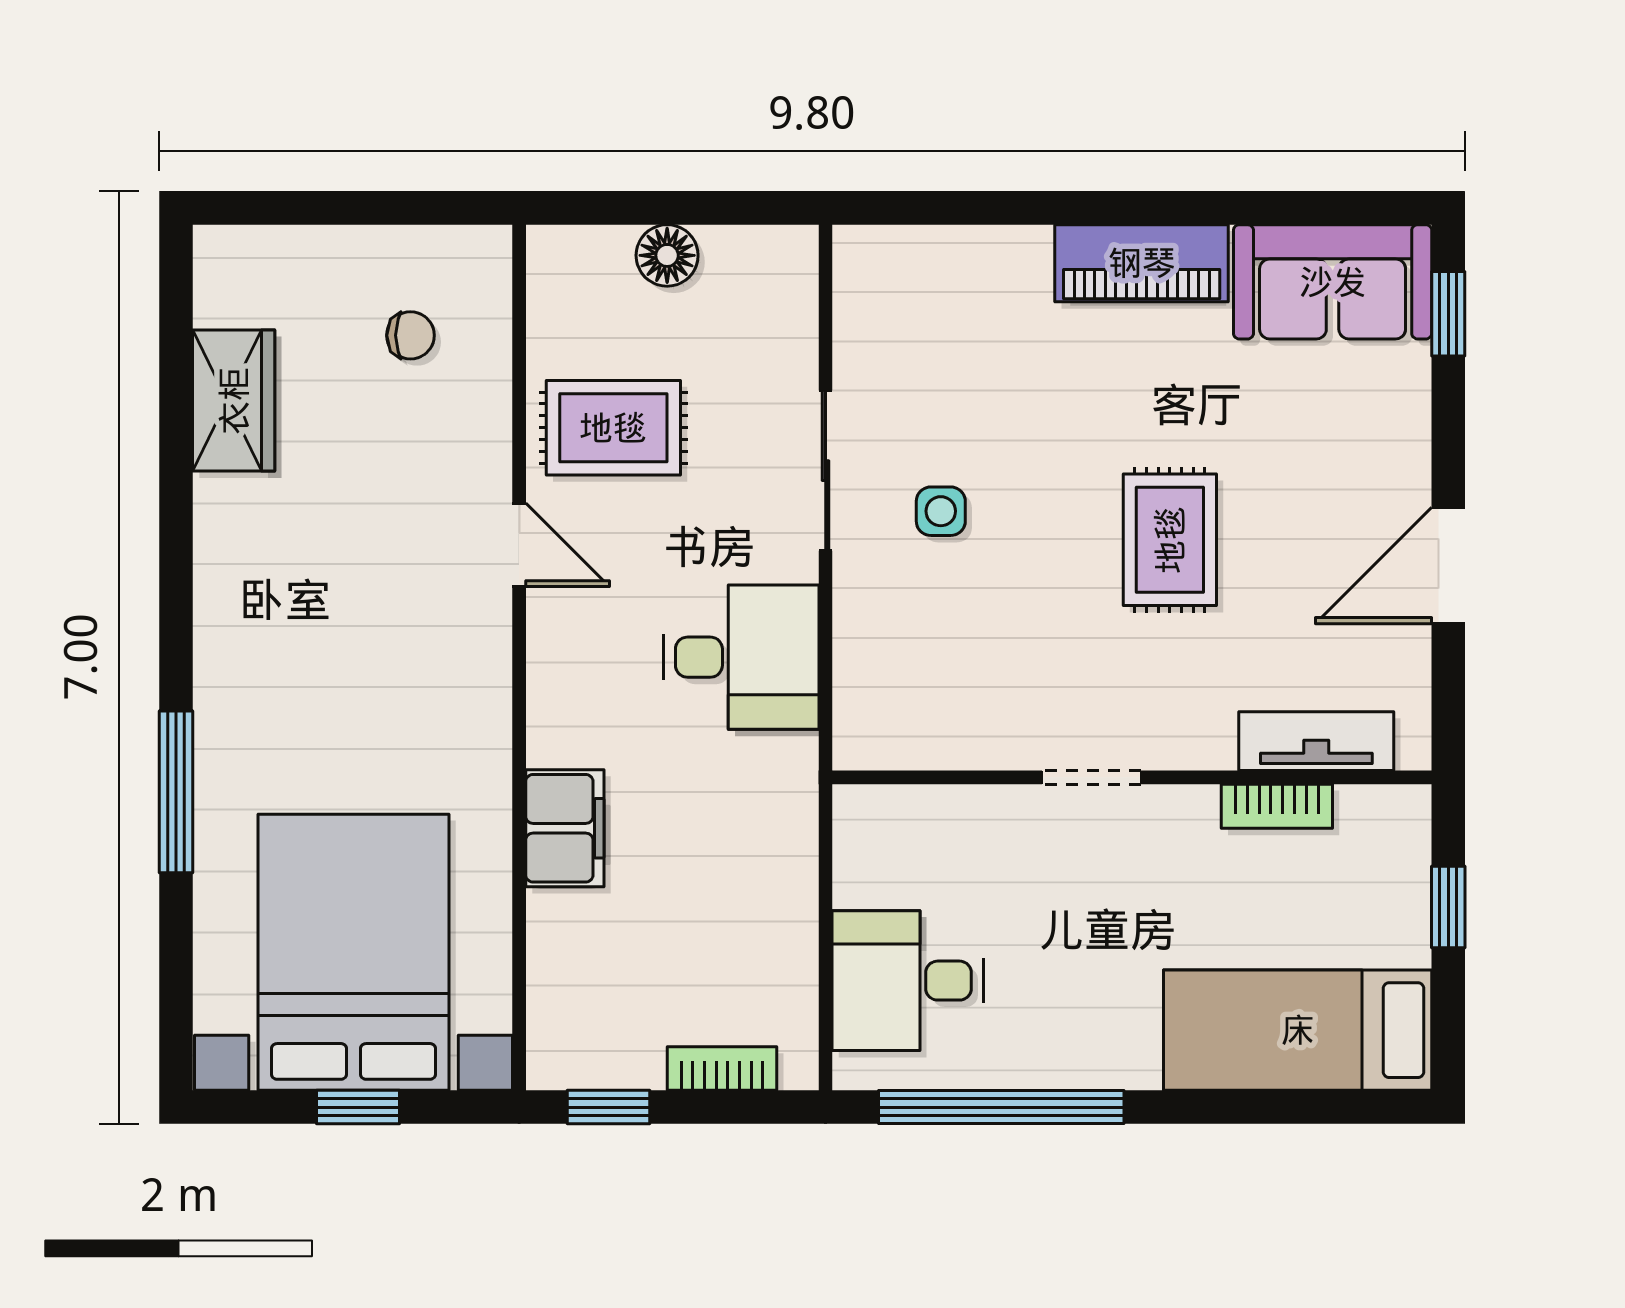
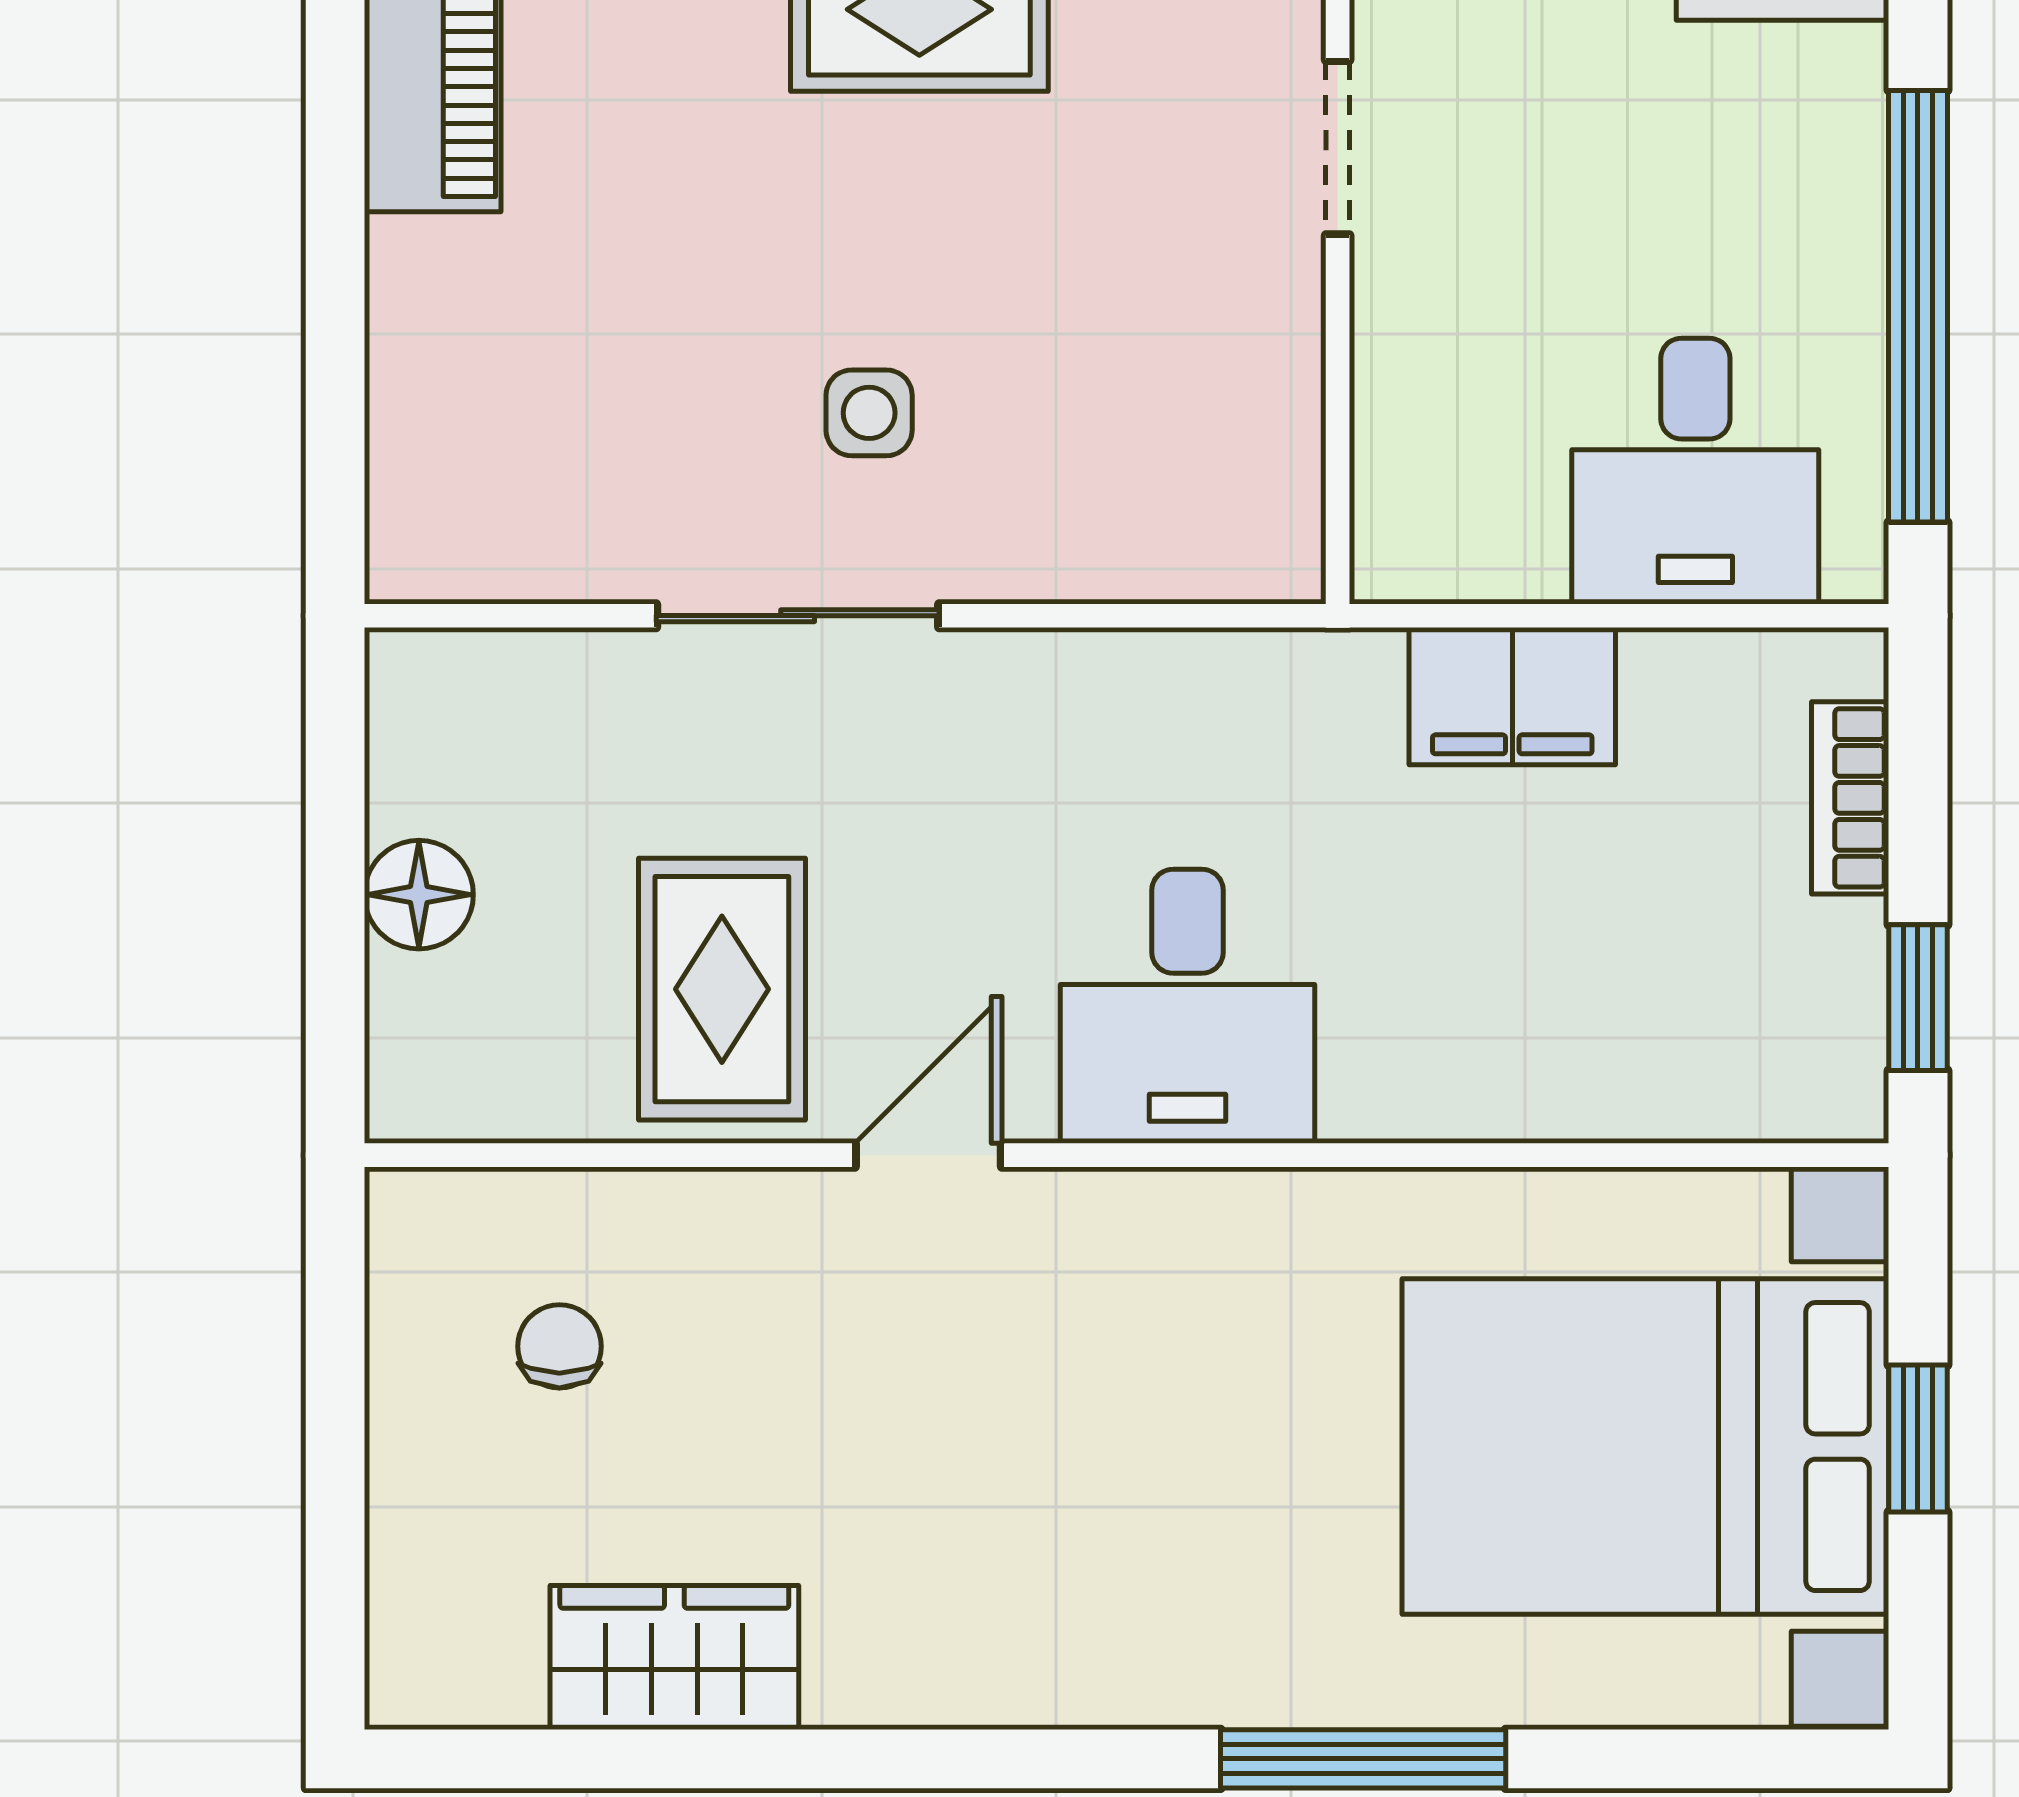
desk: (741, 657) -> (1187, 1006), moved, turned 180
filing cabinet: (565, 828) -> (1512, 696), moved, turned 180

